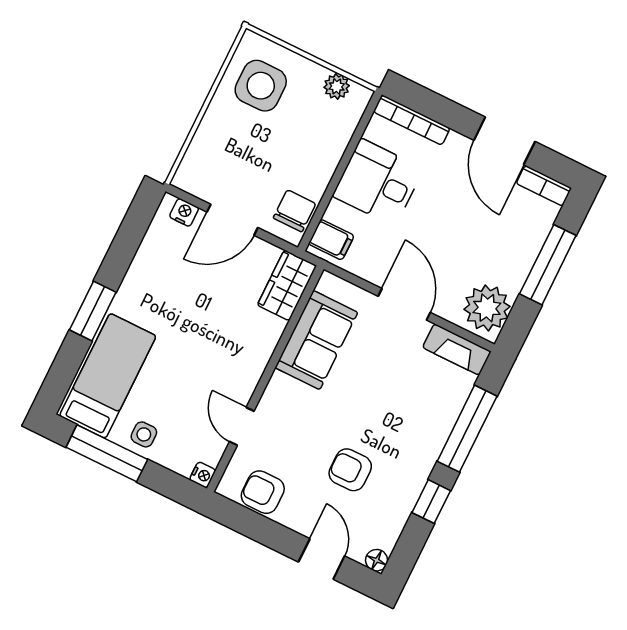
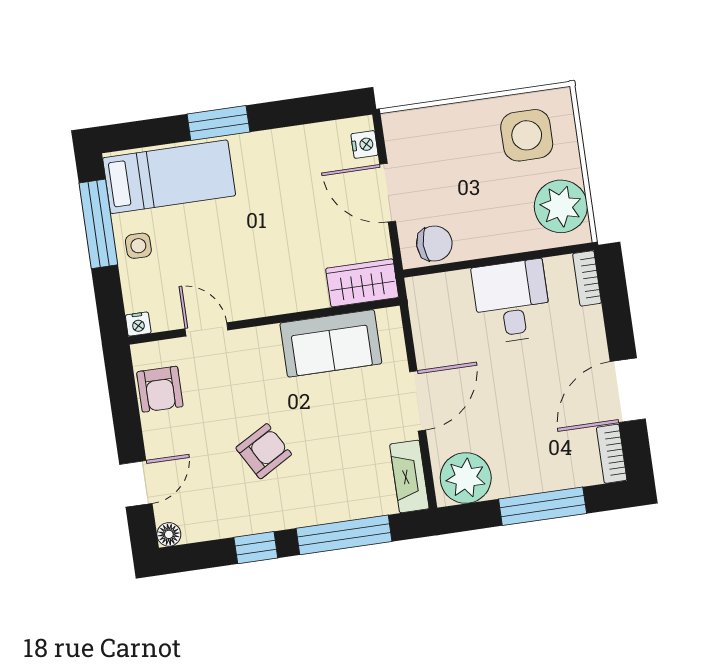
plant: (337, 86) -> (561, 206), width x1.88, depth x1.88
bookcase: (412, 120) -> (587, 278), width x0.64
filing cabinet: (331, 240) -> (431, 295), removed
door: (242, 426) -> (206, 329), hinge flipped
armchair: (350, 470) -> (264, 451), moved, turned 60
armchair: (263, 492) -> (160, 389), turned 180

